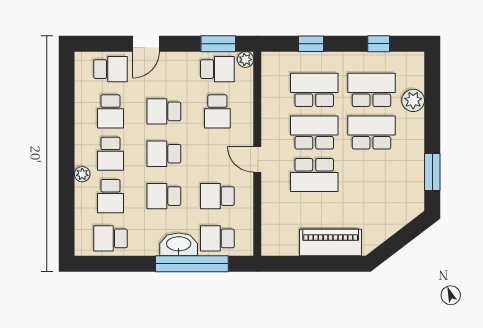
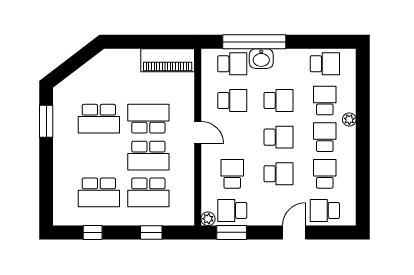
plant: (413, 100) -> (63, 183), removed
school desk: (371, 132) -> (99, 119), moved
piano: (331, 243) -> (168, 60), moved
washbasin: (179, 244) -> (261, 59), width x0.72

